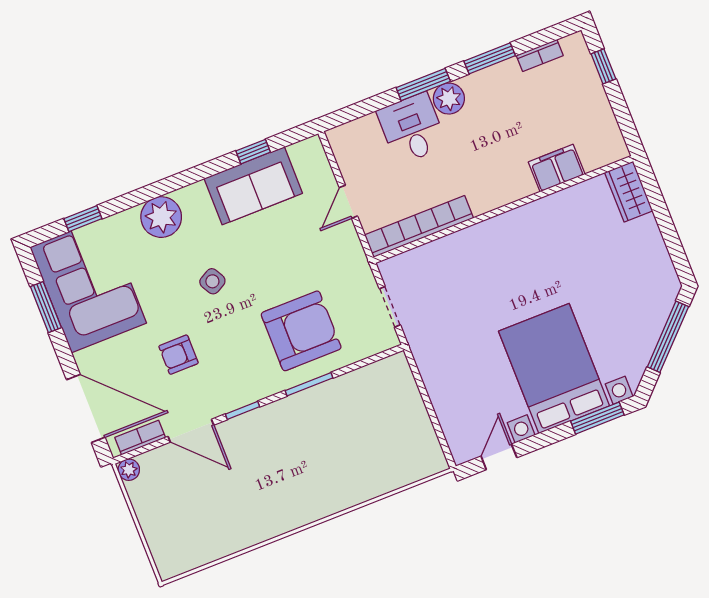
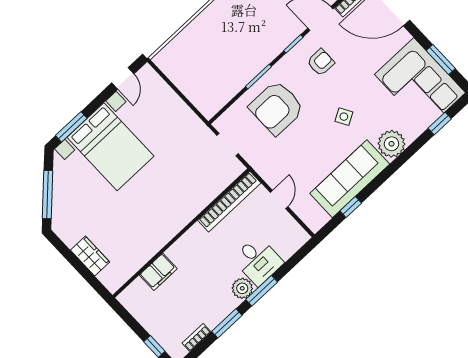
sofa: (253, 186) -> (350, 179), width x1.36
wardrobe: (629, 192) -> (90, 256), moved
armchair: (178, 355) -> (321, 62), moved

